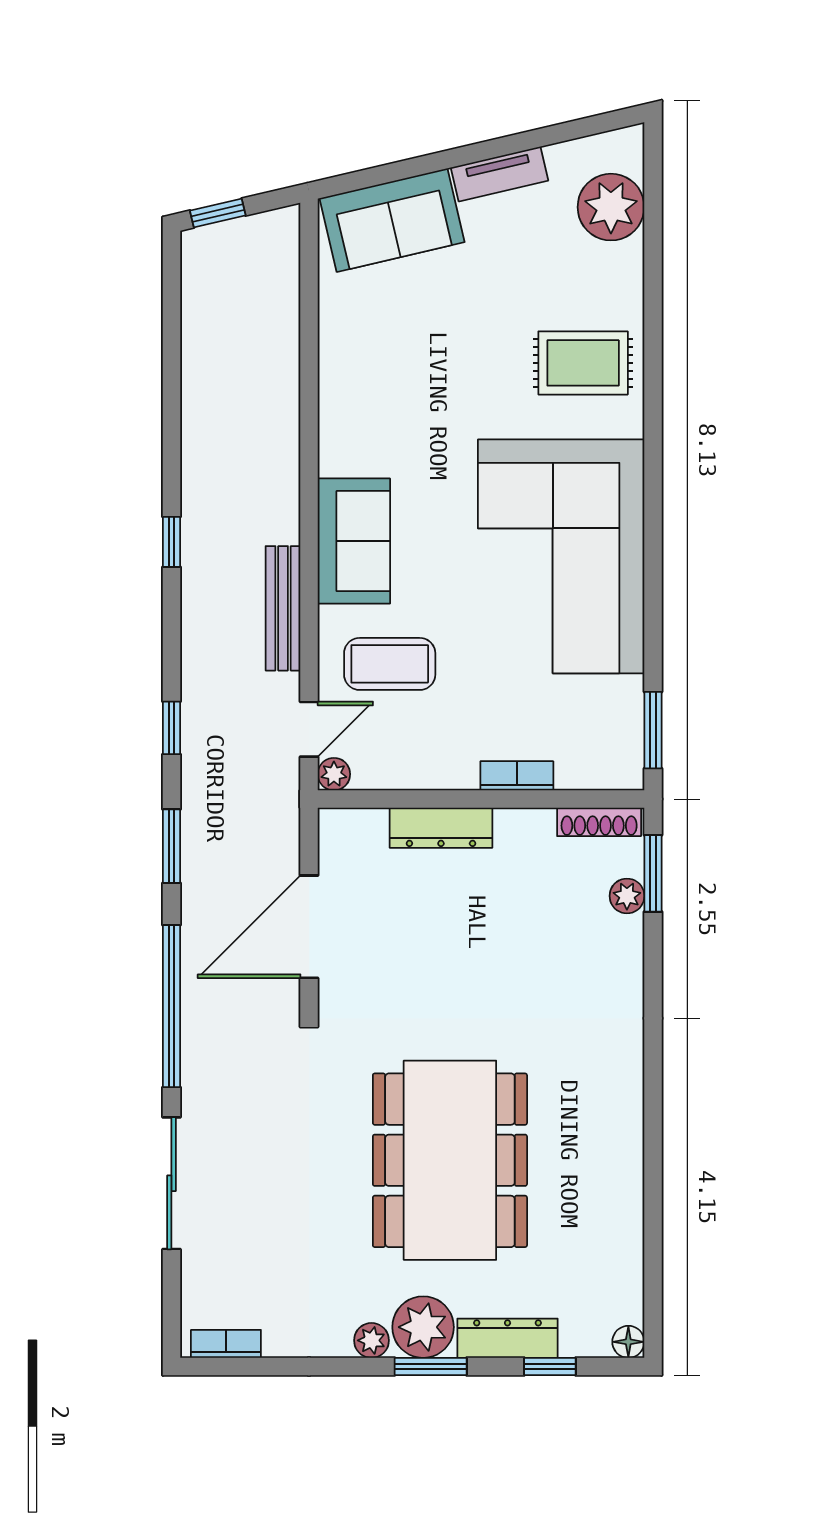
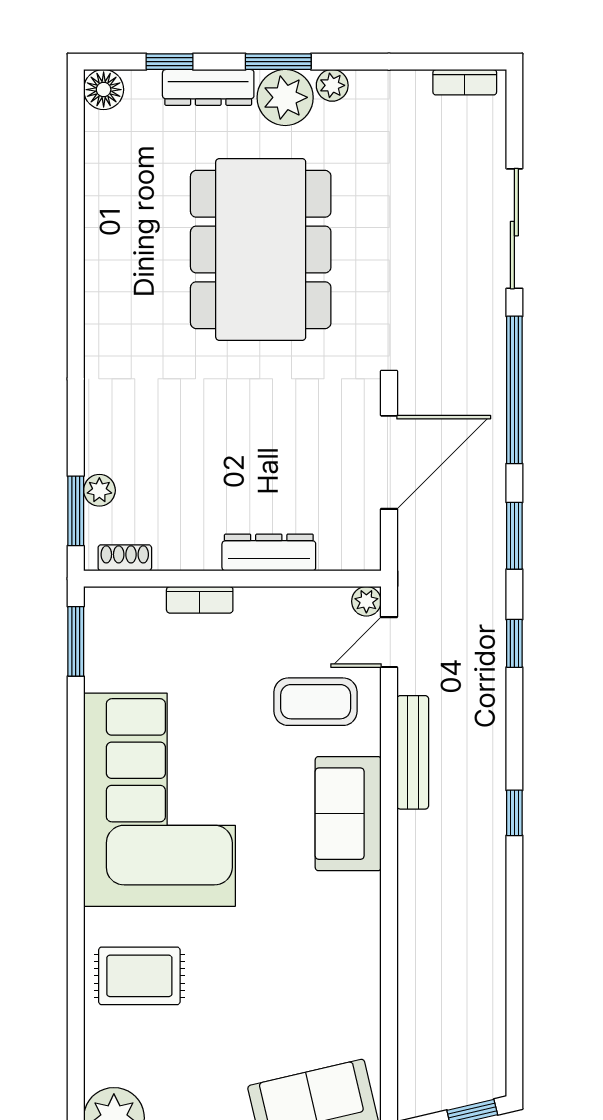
shoe rack: (599, 822) -> (125, 558), width x0.70
floor lamp: (628, 1342) -> (104, 90), width x1.37, depth x1.37

